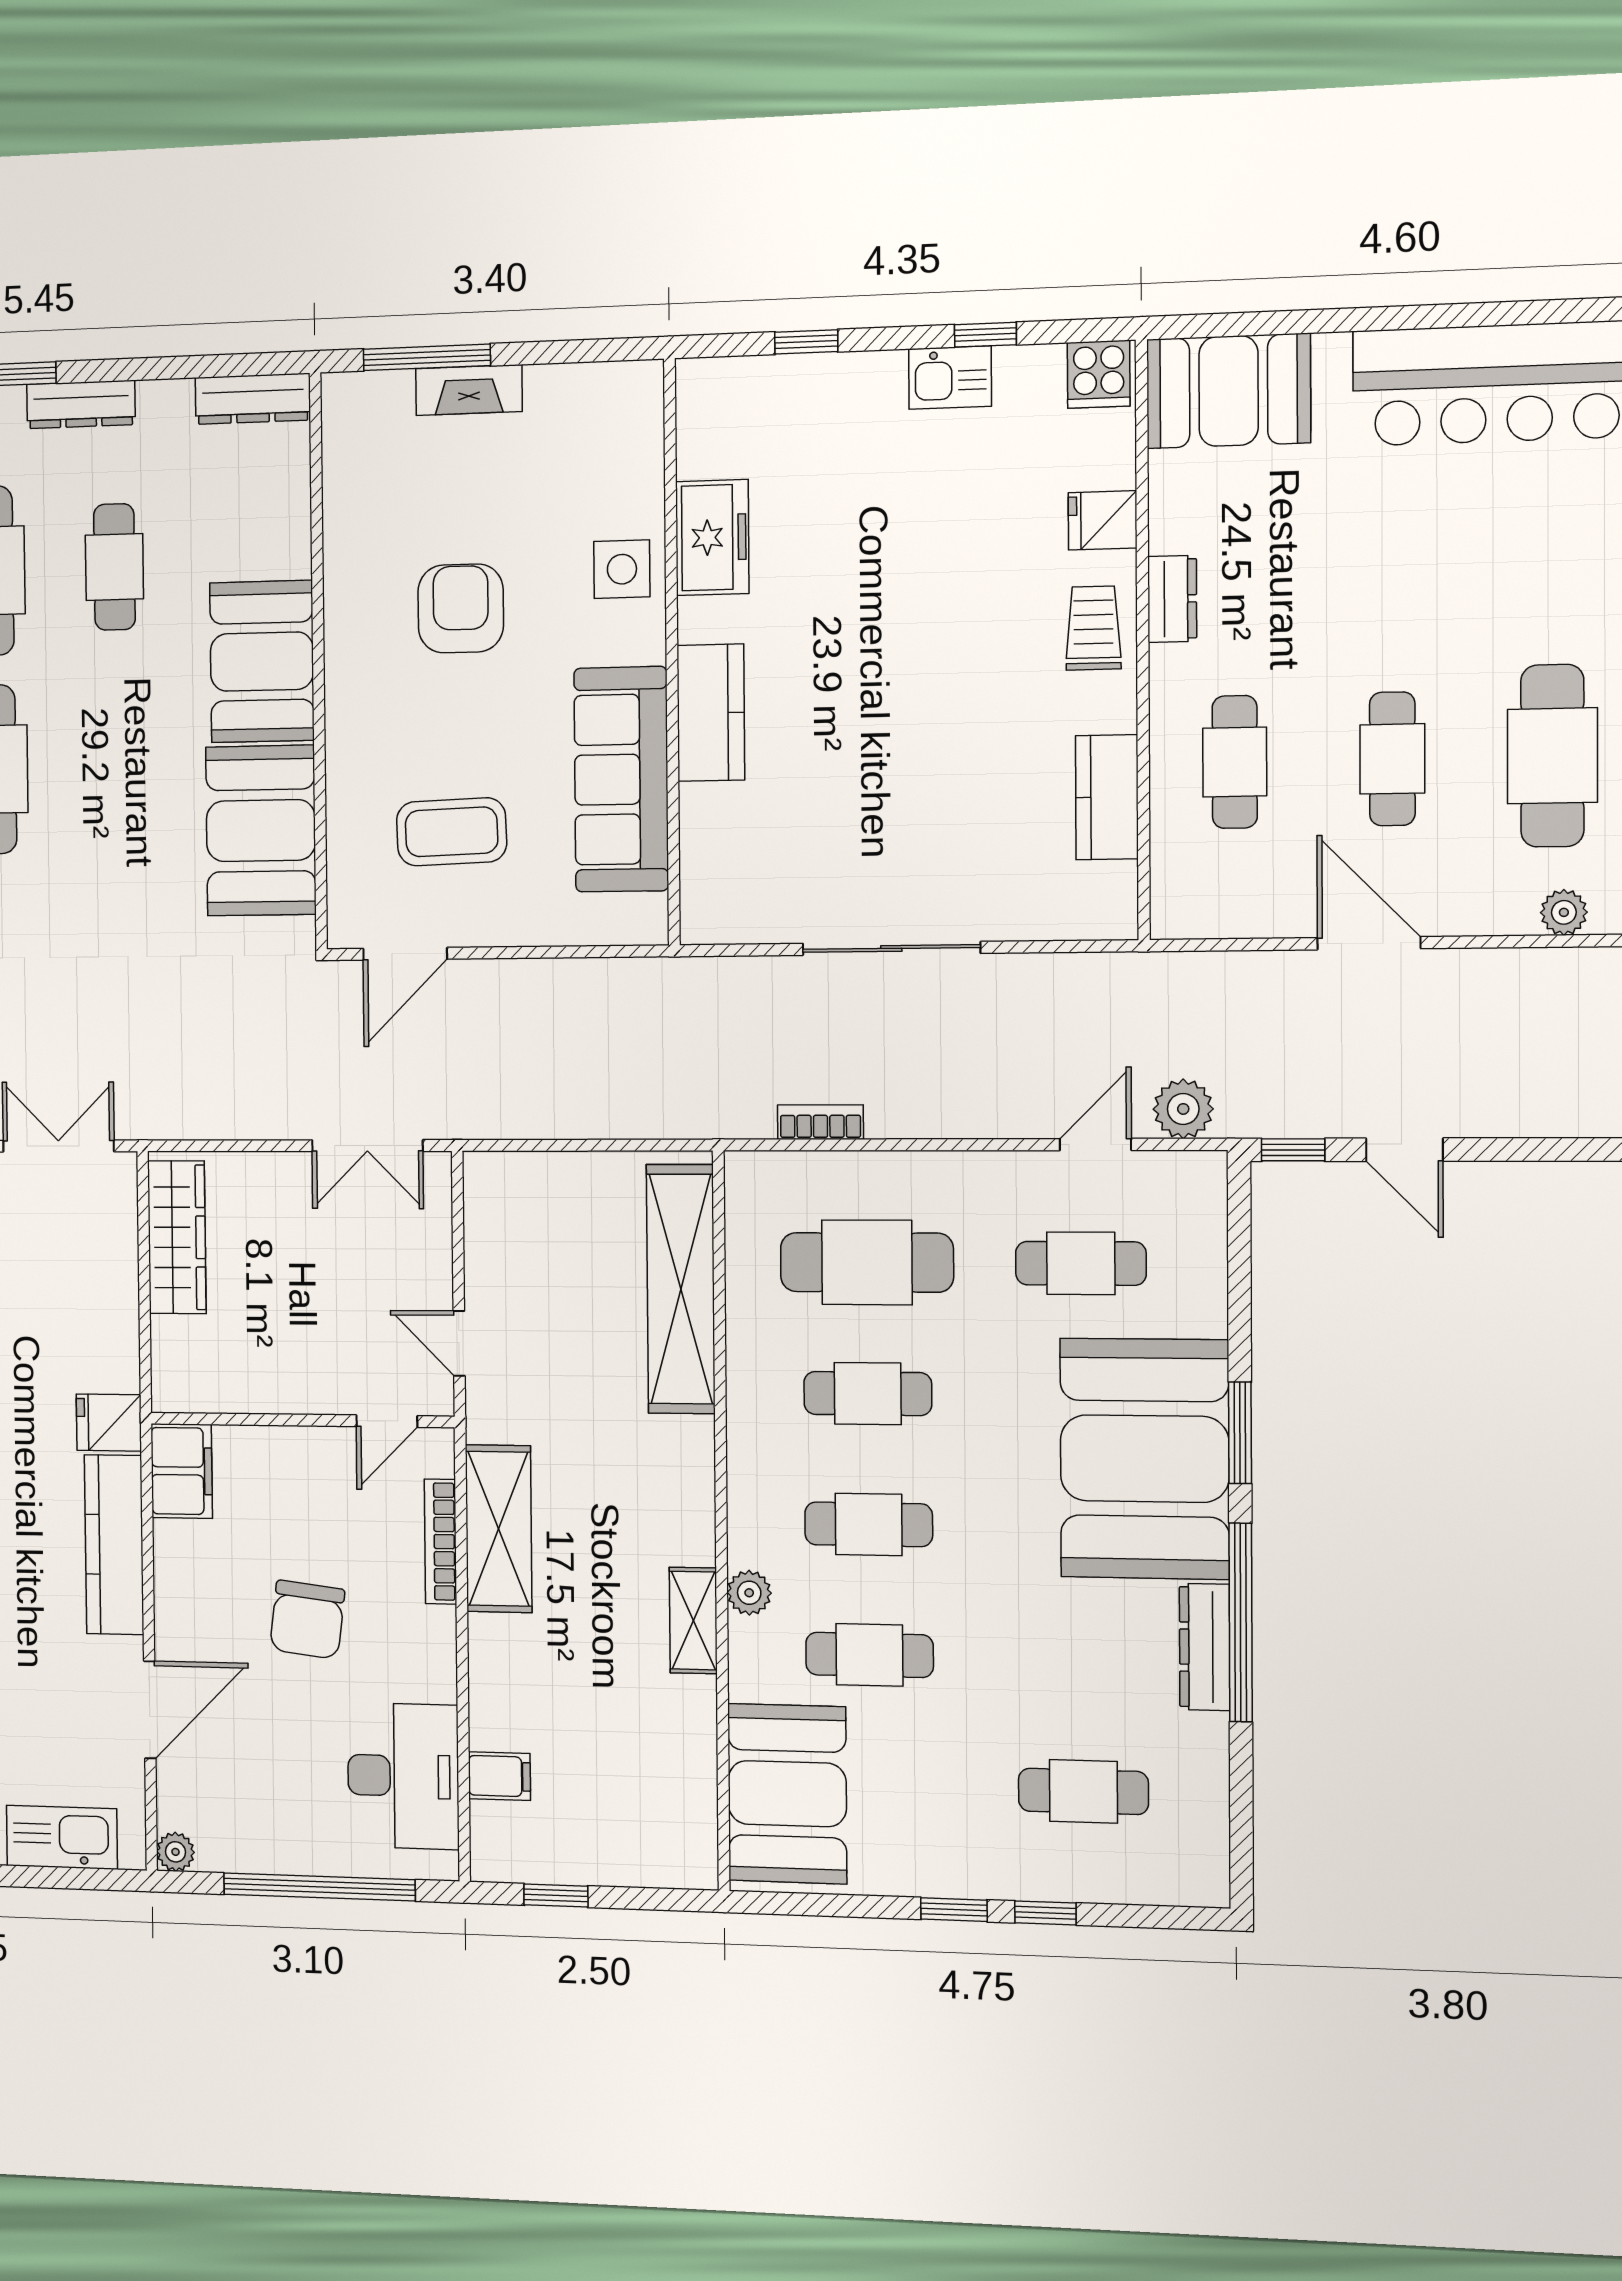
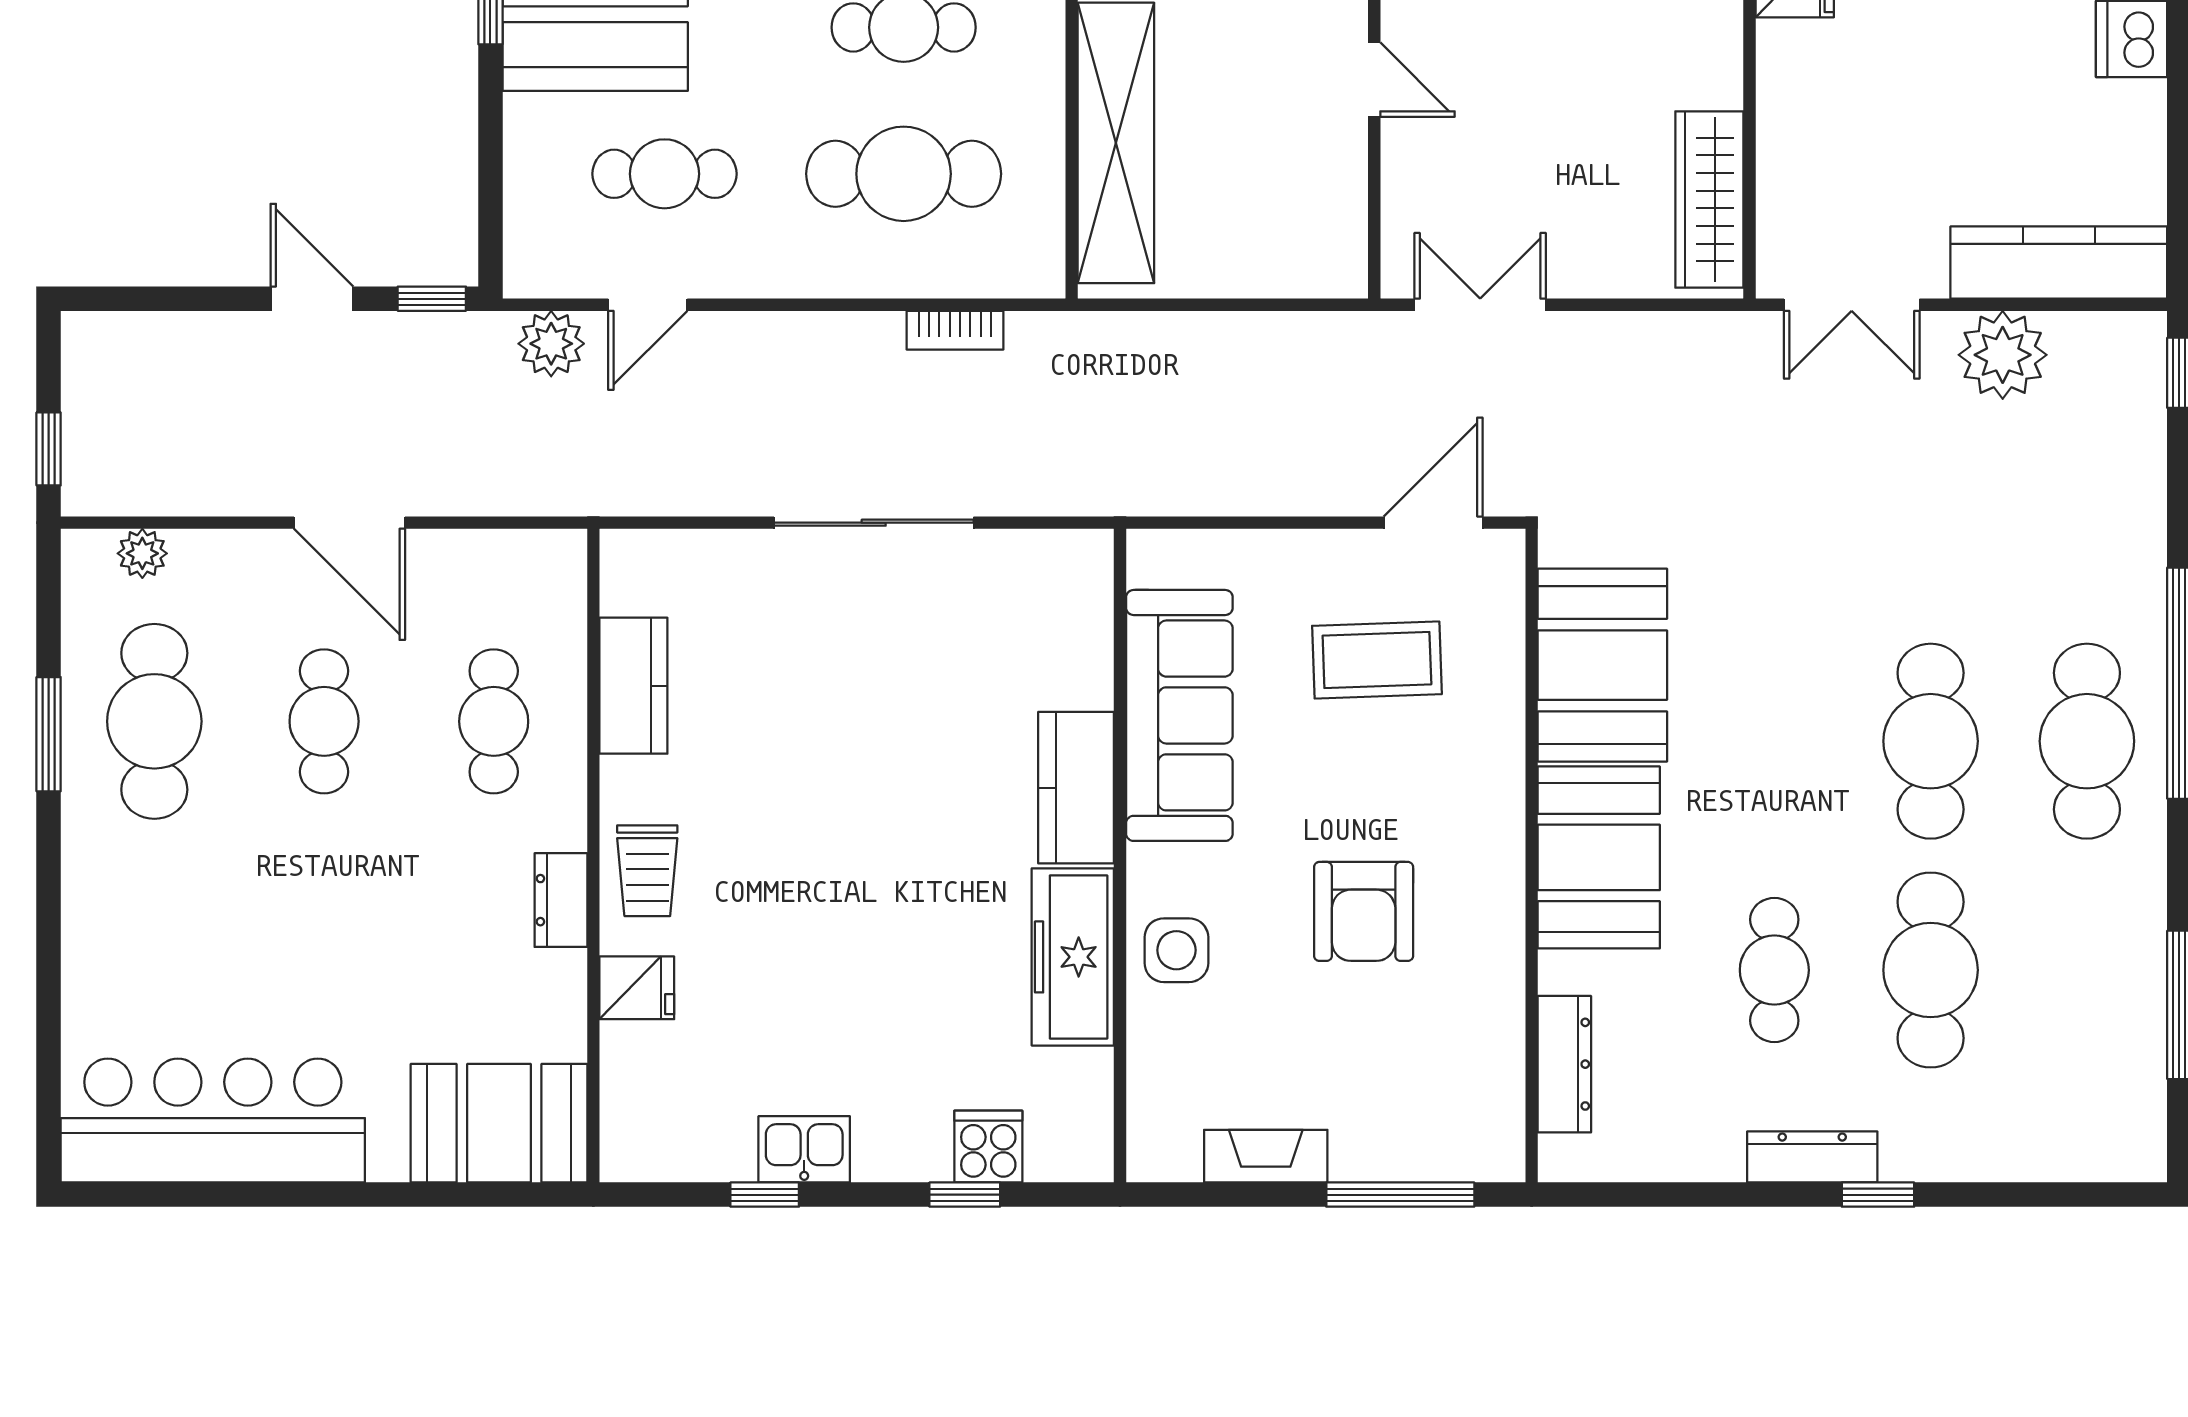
cooker: (1099, 374) -> (988, 1147), moved
fireplace: (469, 390) -> (1266, 1156), moved
dresser: (253, 399) -> (1564, 1064), moved, turned 90
freezer: (712, 538) -> (1073, 957), width x1.40

